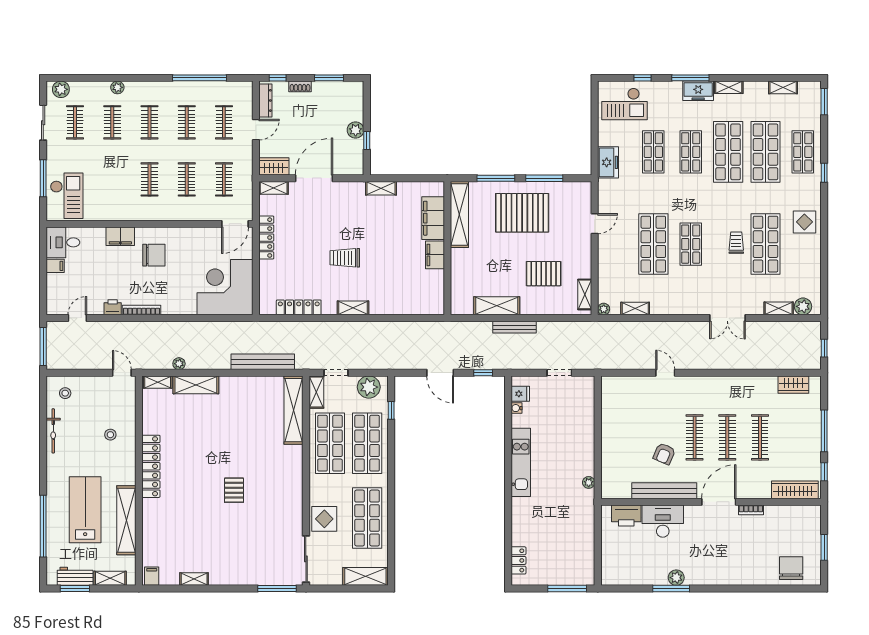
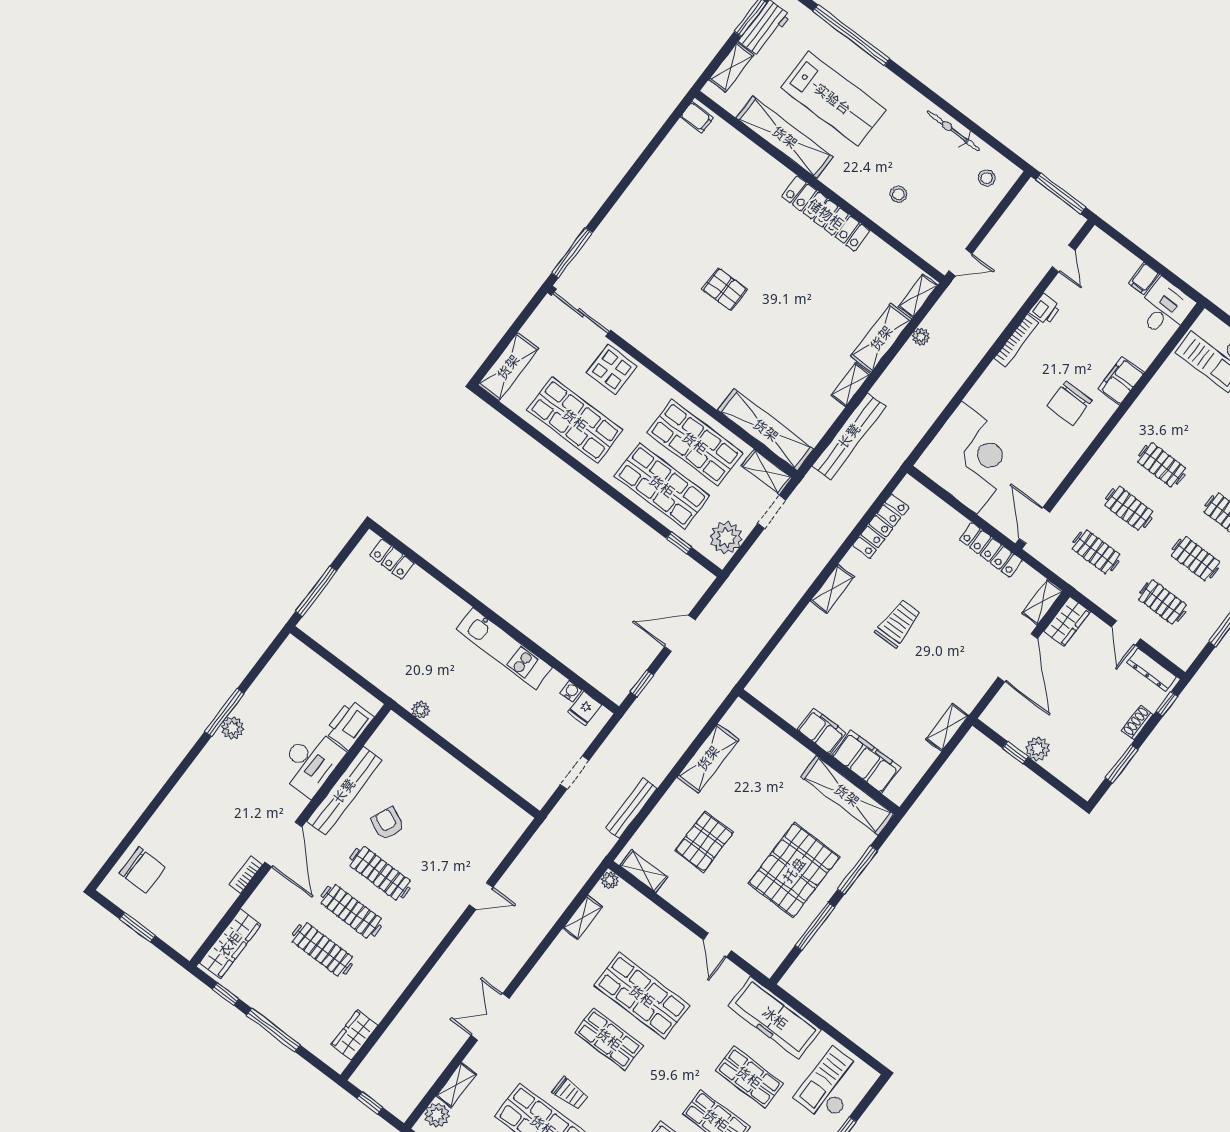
freezer: (608, 162) -> (775, 1018), width x1.91, depth x1.26
bench: (515, 327) -> (631, 808), moved
shelving: (194, 579) -> (851, 385), moved

